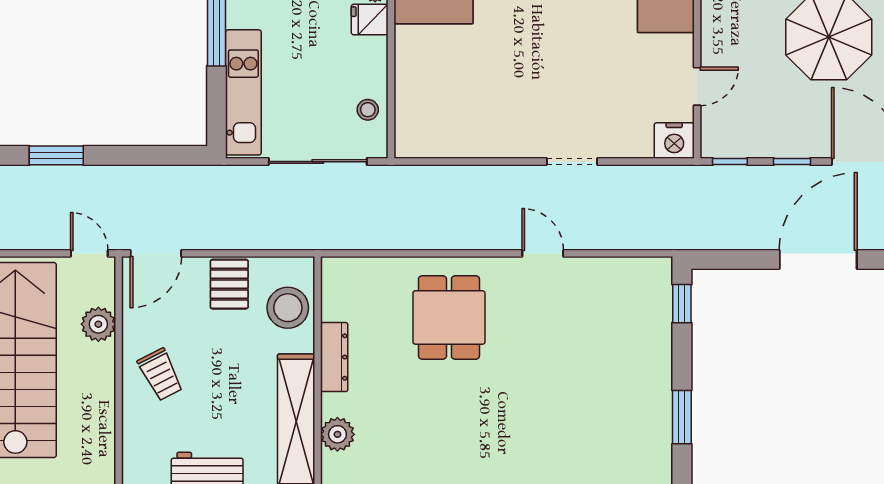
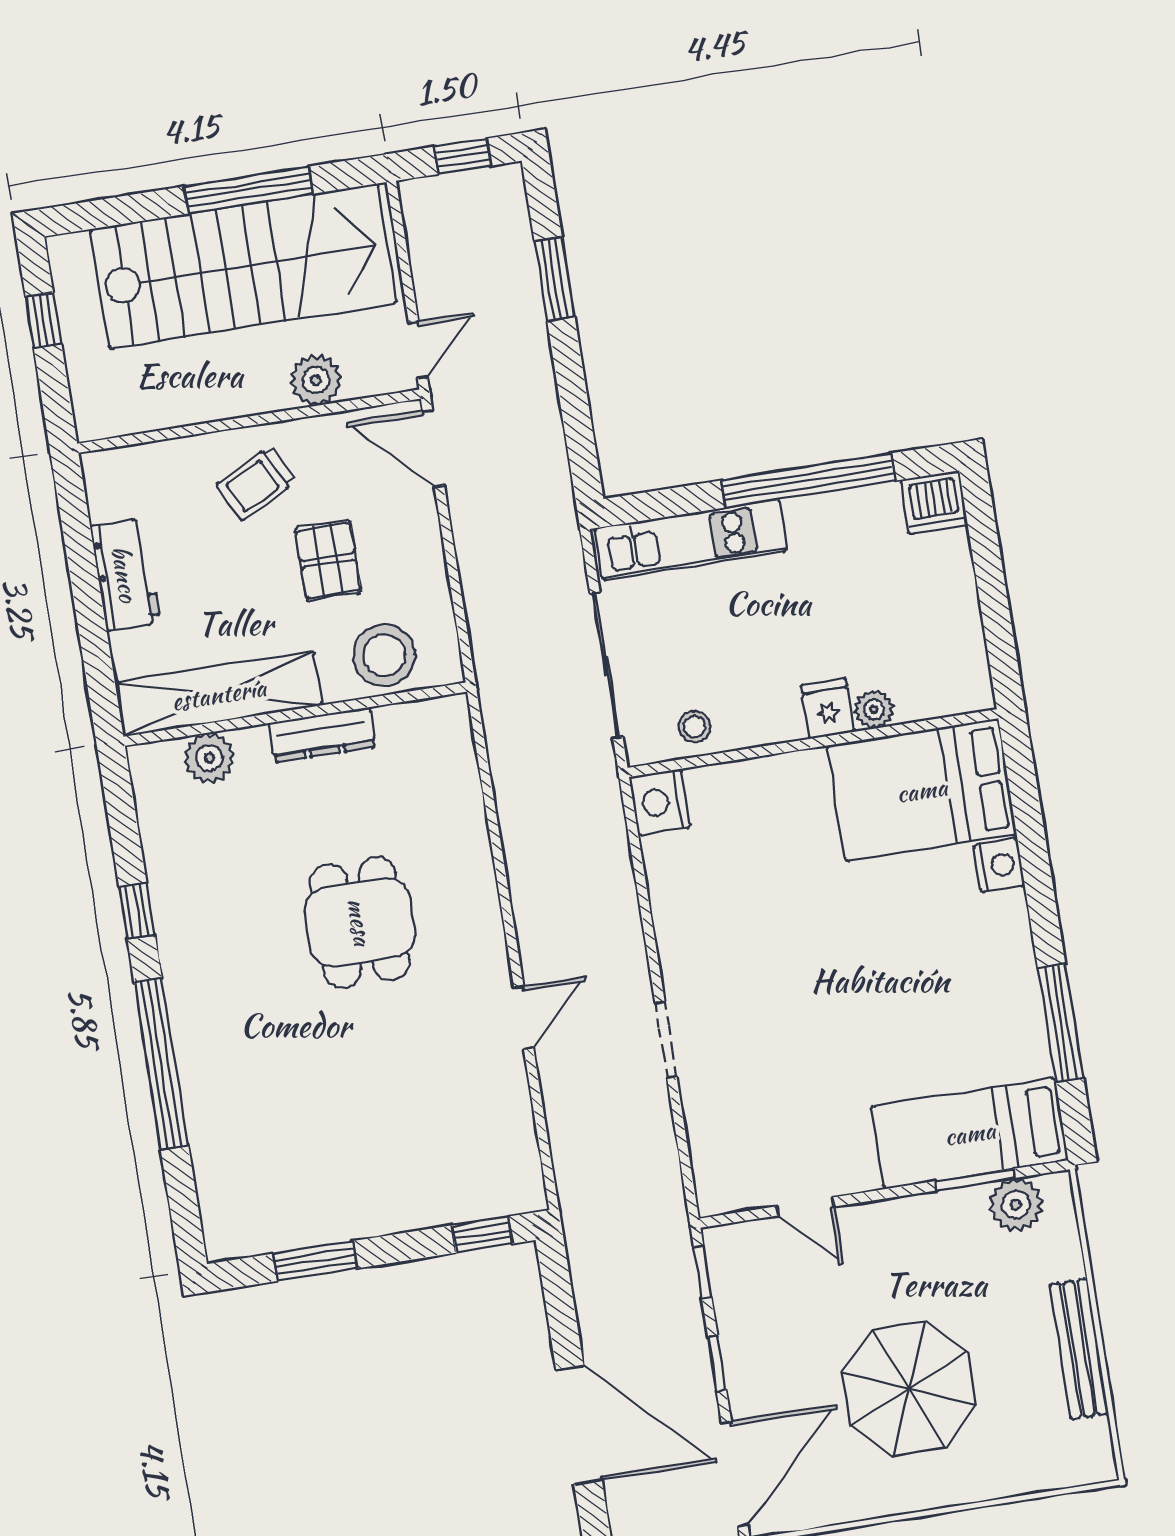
nightstand: (674, 141) -> (660, 802), moved
pallet: (229, 284) -> (328, 560), moved, turned 90
dining table: (449, 317) -> (360, 922), moved, turned 90

